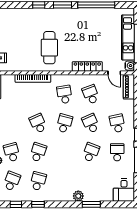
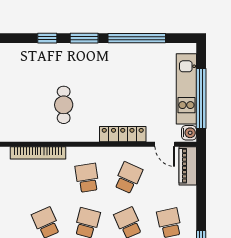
cafe table: (49, 48) -> (64, 105), width x0.73, depth x0.74
school desk: (91, 94) -> (128, 178), turned 45

